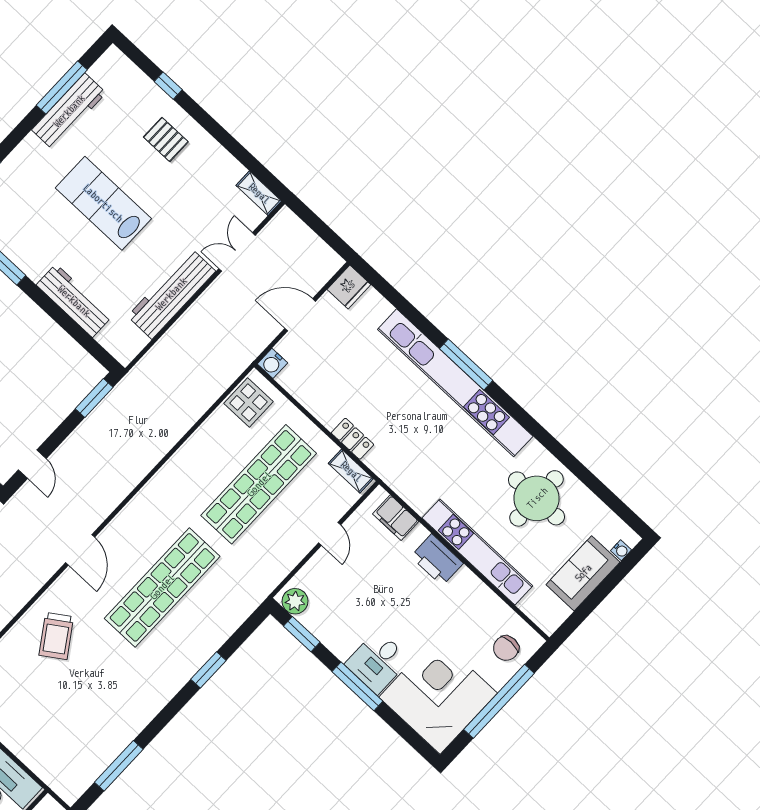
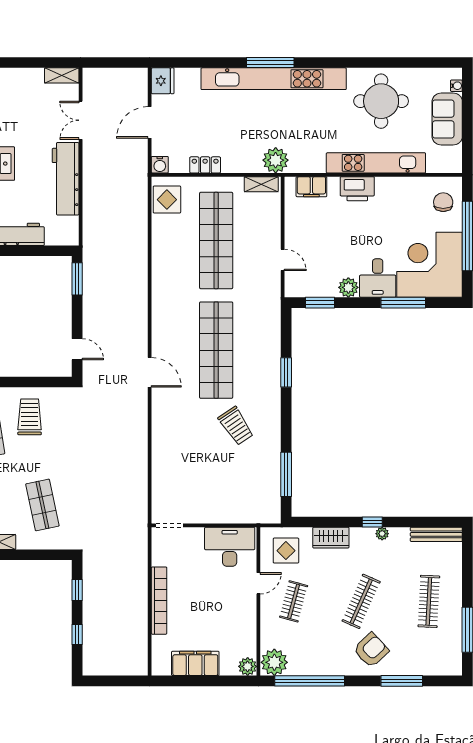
locker: (352, 439) -> (205, 165), moved
plant: (385, 461) -> (276, 160), added
door: (330, 534) -> (283, 260), moved
plant: (295, 601) -> (348, 287), moved
trolley: (56, 636) -> (236, 426), moved
chair: (506, 648) -> (443, 202), turned 180
window: (357, 686) -> (403, 303), moved

